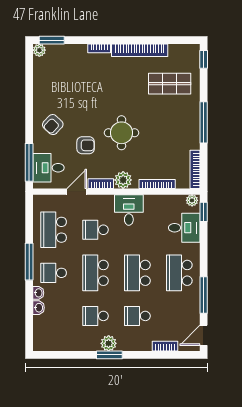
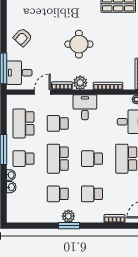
armchair: (86, 145) -> (50, 54), removed
school desk: (137, 273) -> (92, 159), width x0.54

